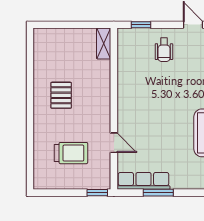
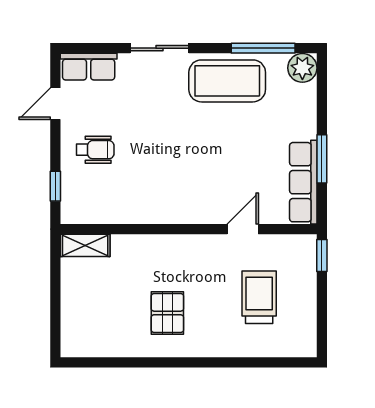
pallet: (61, 95) -> (167, 313), turned 90

